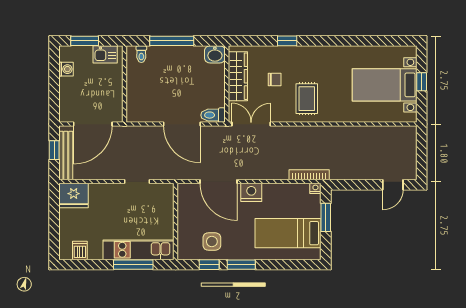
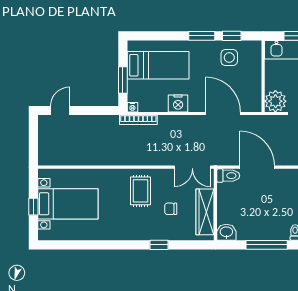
nightstand: (251, 192) -> (178, 103), moved
plant: (162, 195) -> (275, 101), added

